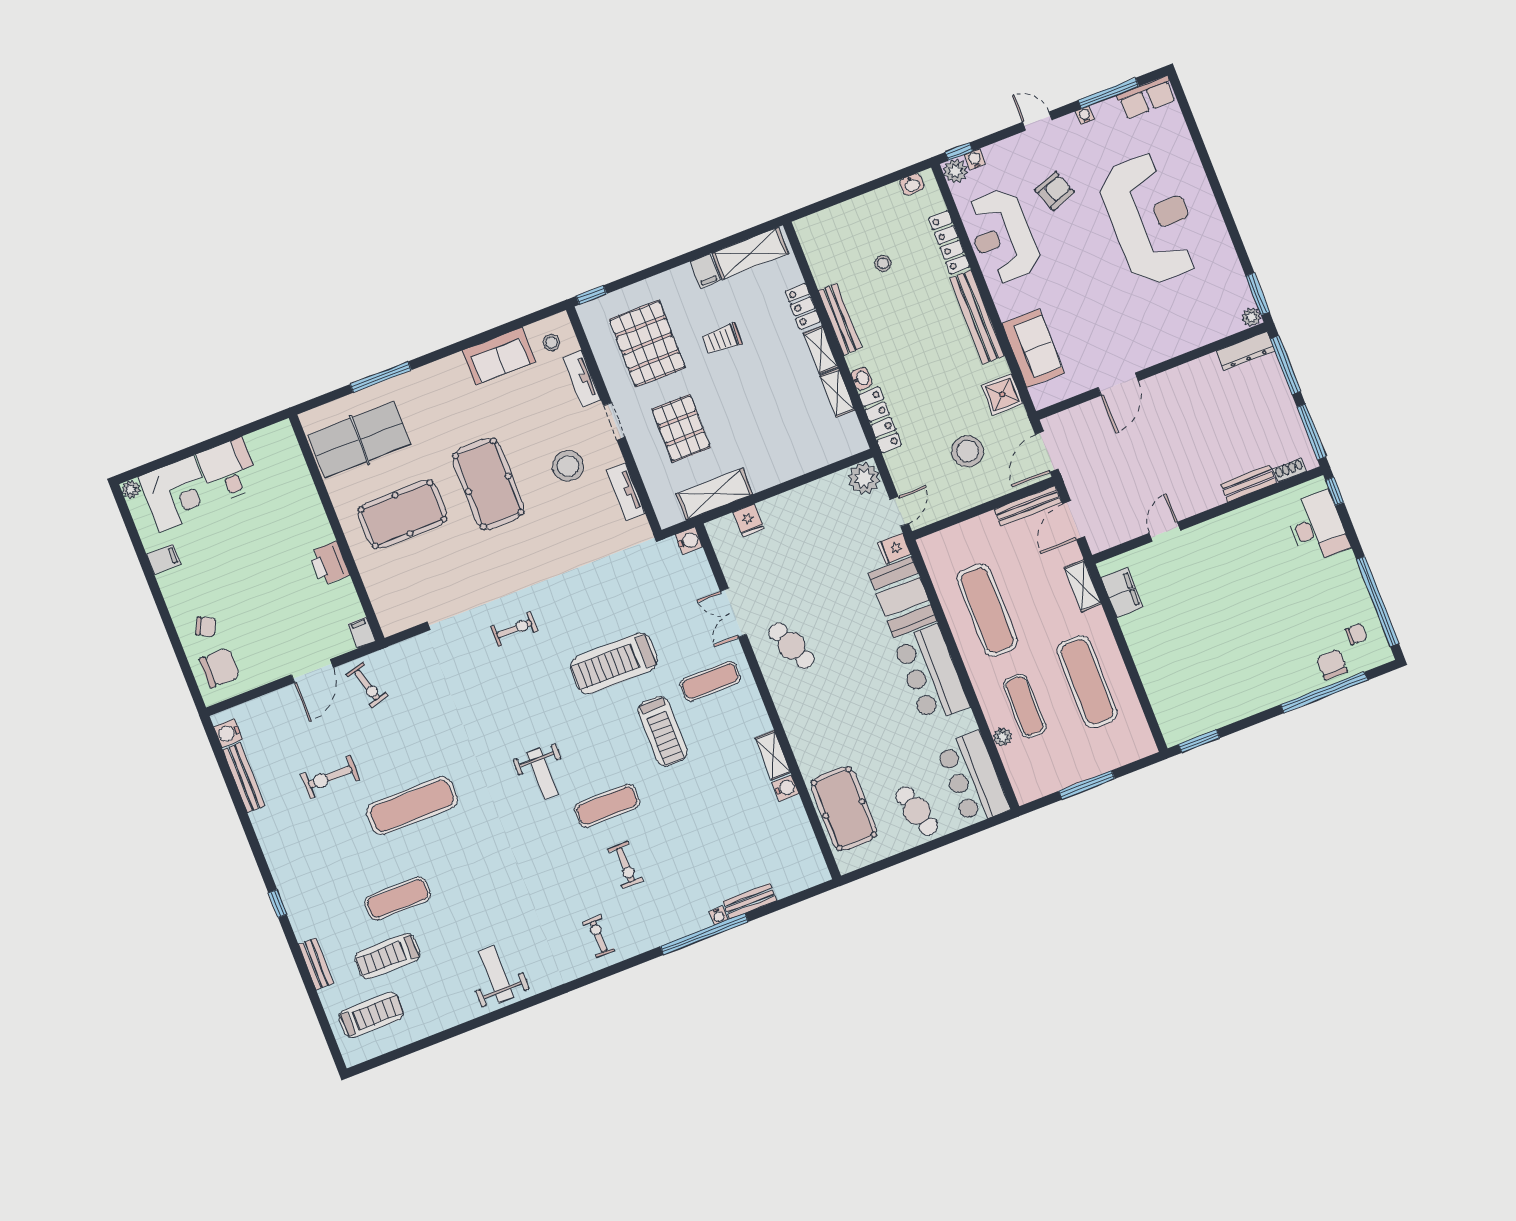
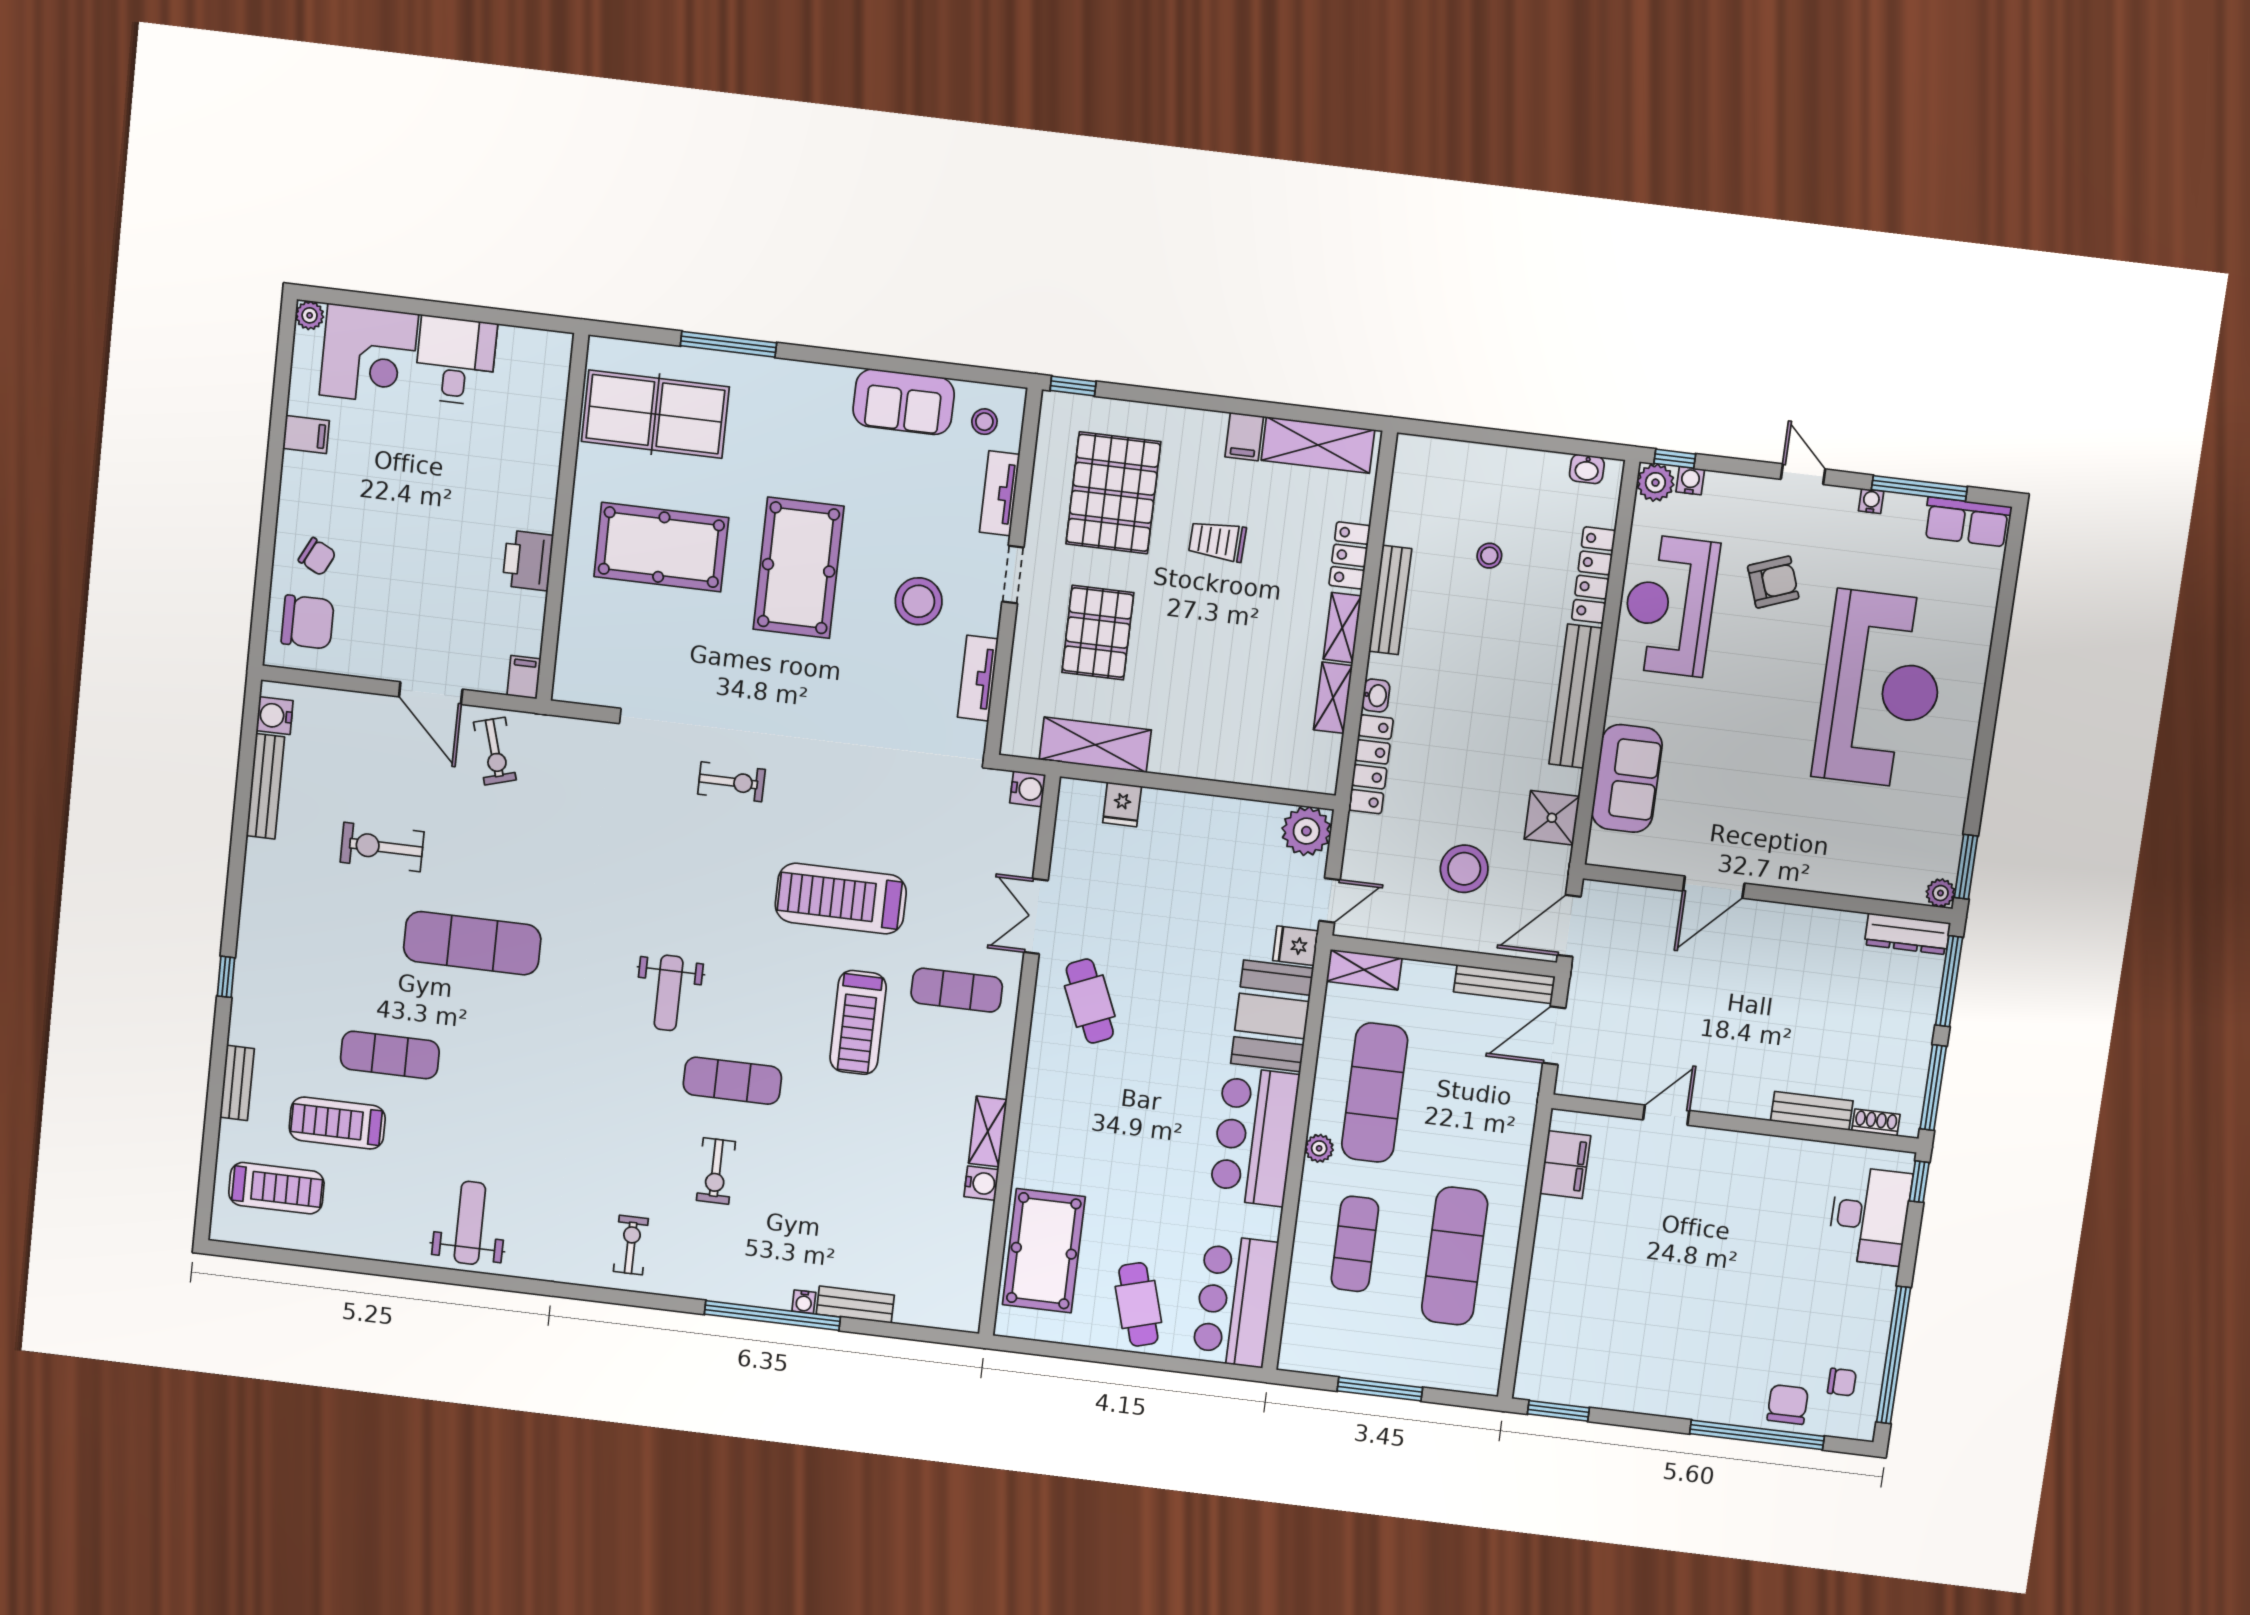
shelving: (1083, 586) -> (1364, 970), moved, turned 90
door: (312, 671) -> (431, 693), hinge flipped
plant: (1002, 737) -> (1319, 1148), moved

